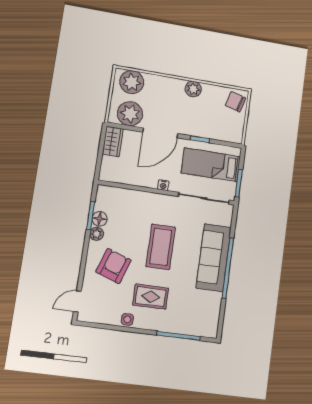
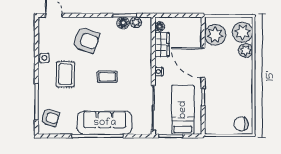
plant: (193, 89) -> (246, 50), moved
chair: (236, 102) -> (241, 124), turned -106
wardrobe: (113, 141) -> (162, 45), moved, turned -90
floor lamp: (110, 176) -> (160, 26), added
plant: (97, 234) -> (136, 22), moved
coffee table: (161, 247) -> (107, 77), width x0.54, depth x0.58
armchair: (199, 322) -> (50, 118), added

